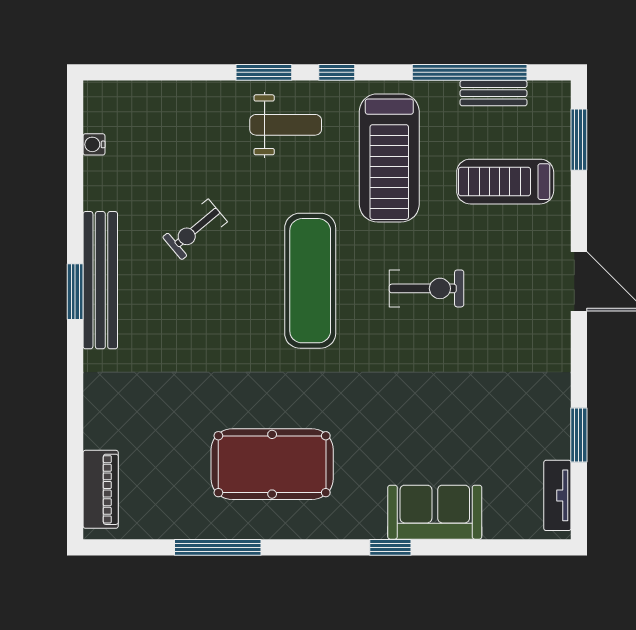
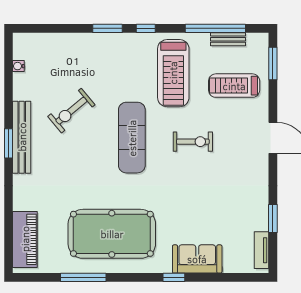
weight bench: (286, 125) -> (119, 56), removed
exercise bike: (195, 229) -> (71, 111), width x1.38, depth x1.39
pool table: (272, 464) -> (112, 234), width x1.36, depth x1.32
piano: (101, 489) -> (25, 239), width x1.37, depth x1.33

